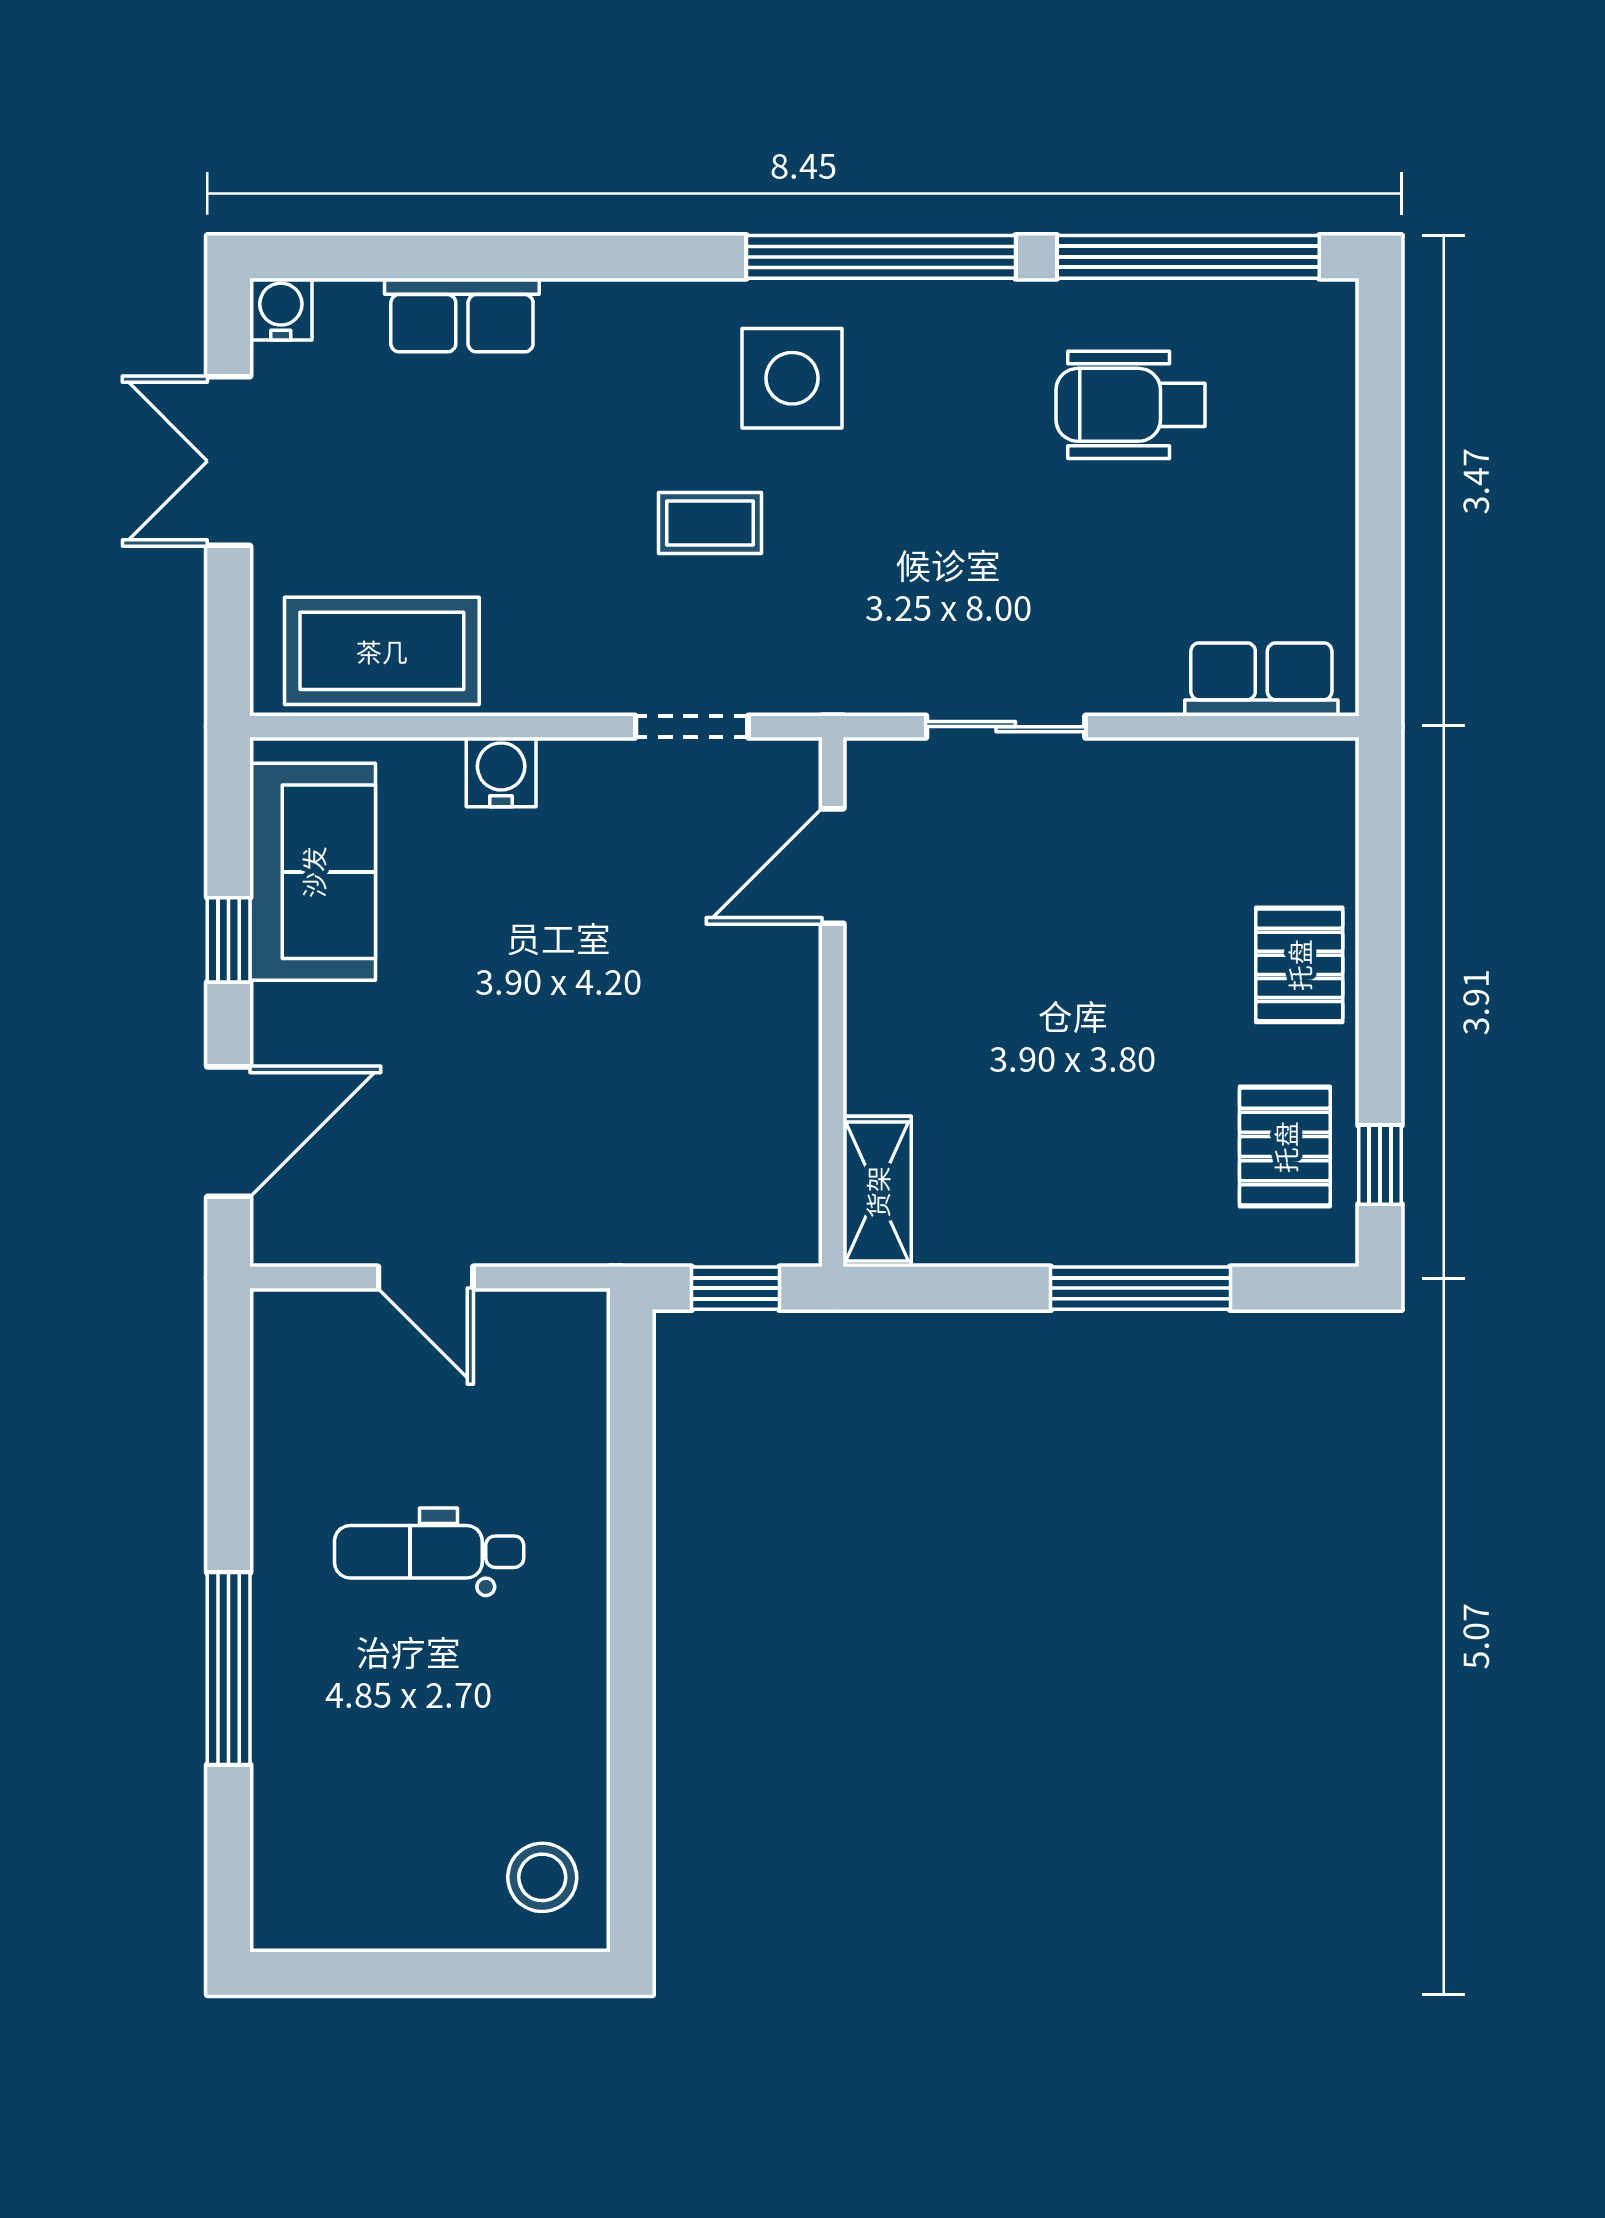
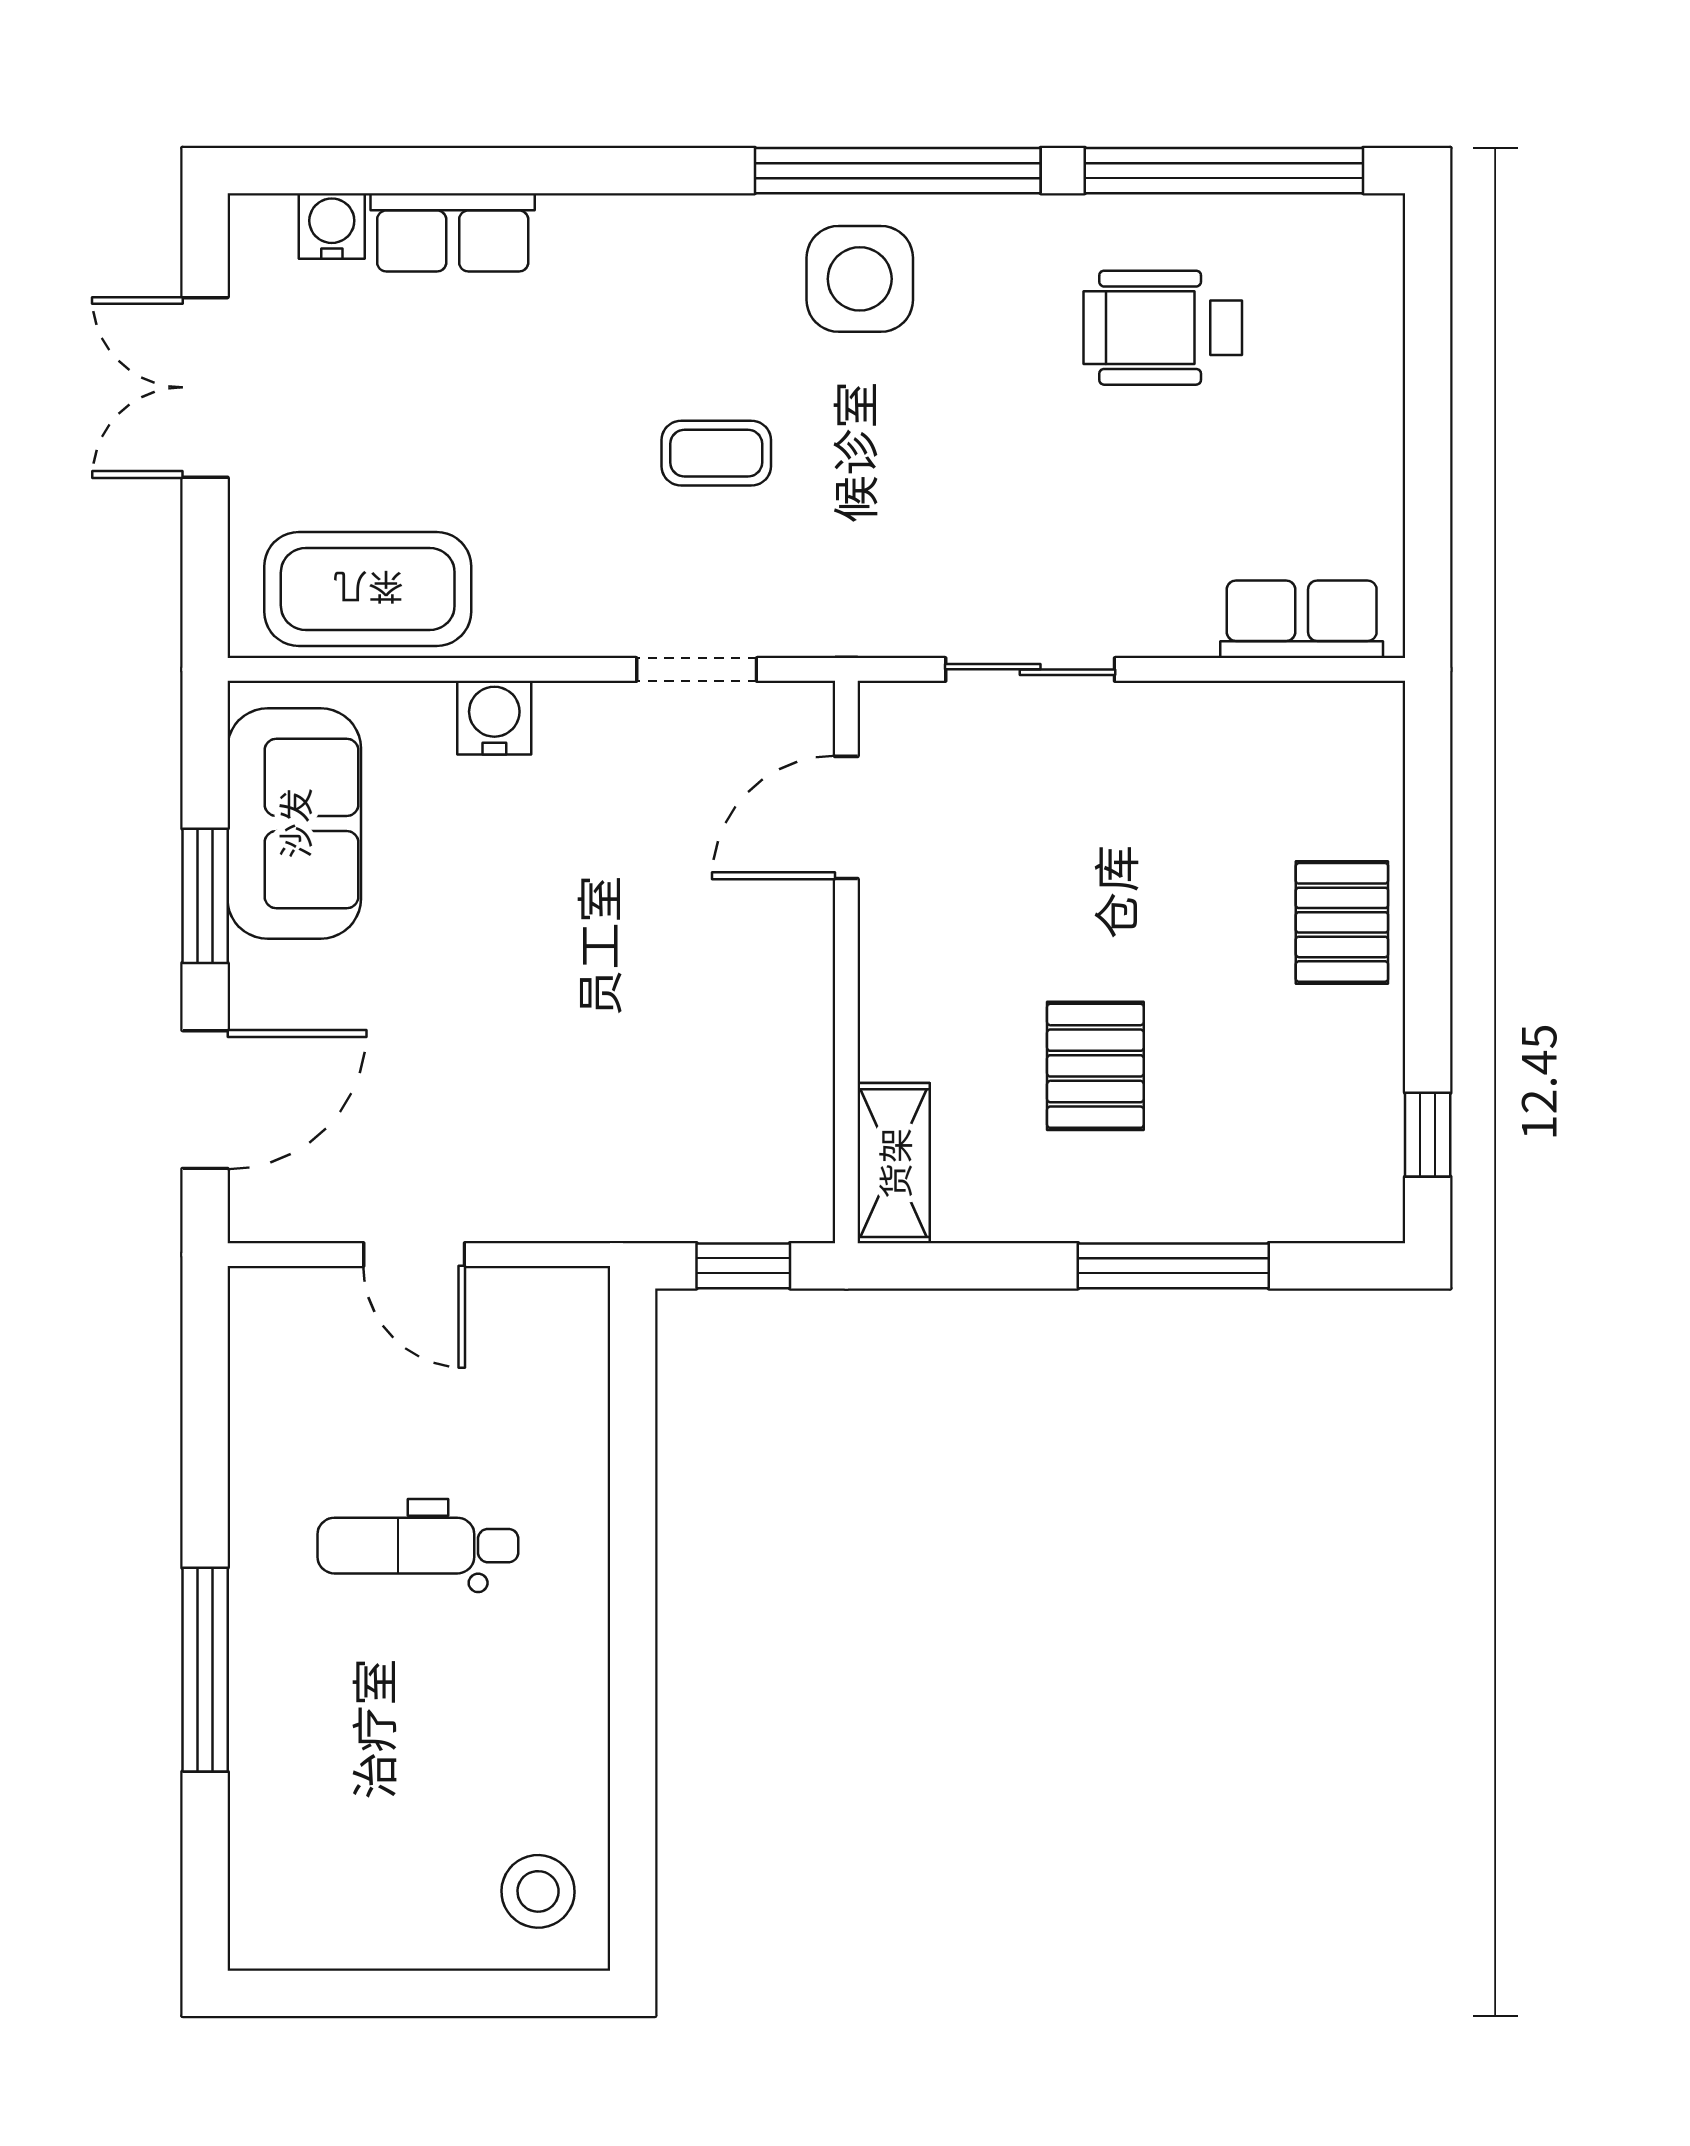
water cooler: (281, 309) -> (332, 226), moved
side table: (792, 378) -> (860, 279), moved
window: (229, 940) -> (205, 896), width x1.50
pallet: (1285, 1147) -> (1095, 1066), moved

